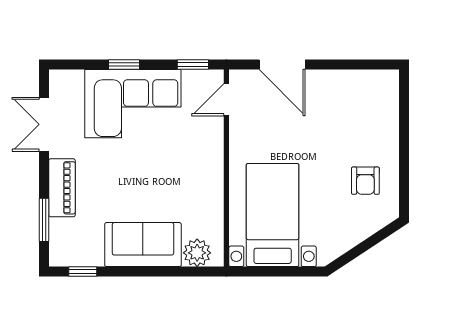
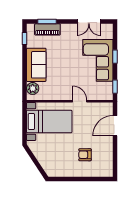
door: (226, 100) -> (80, 101), moved
double door: (44, 124) -> (89, 22), swing flipped
armchair: (365, 181) -> (85, 155), moved
piano: (62, 188) -> (47, 29), moved

